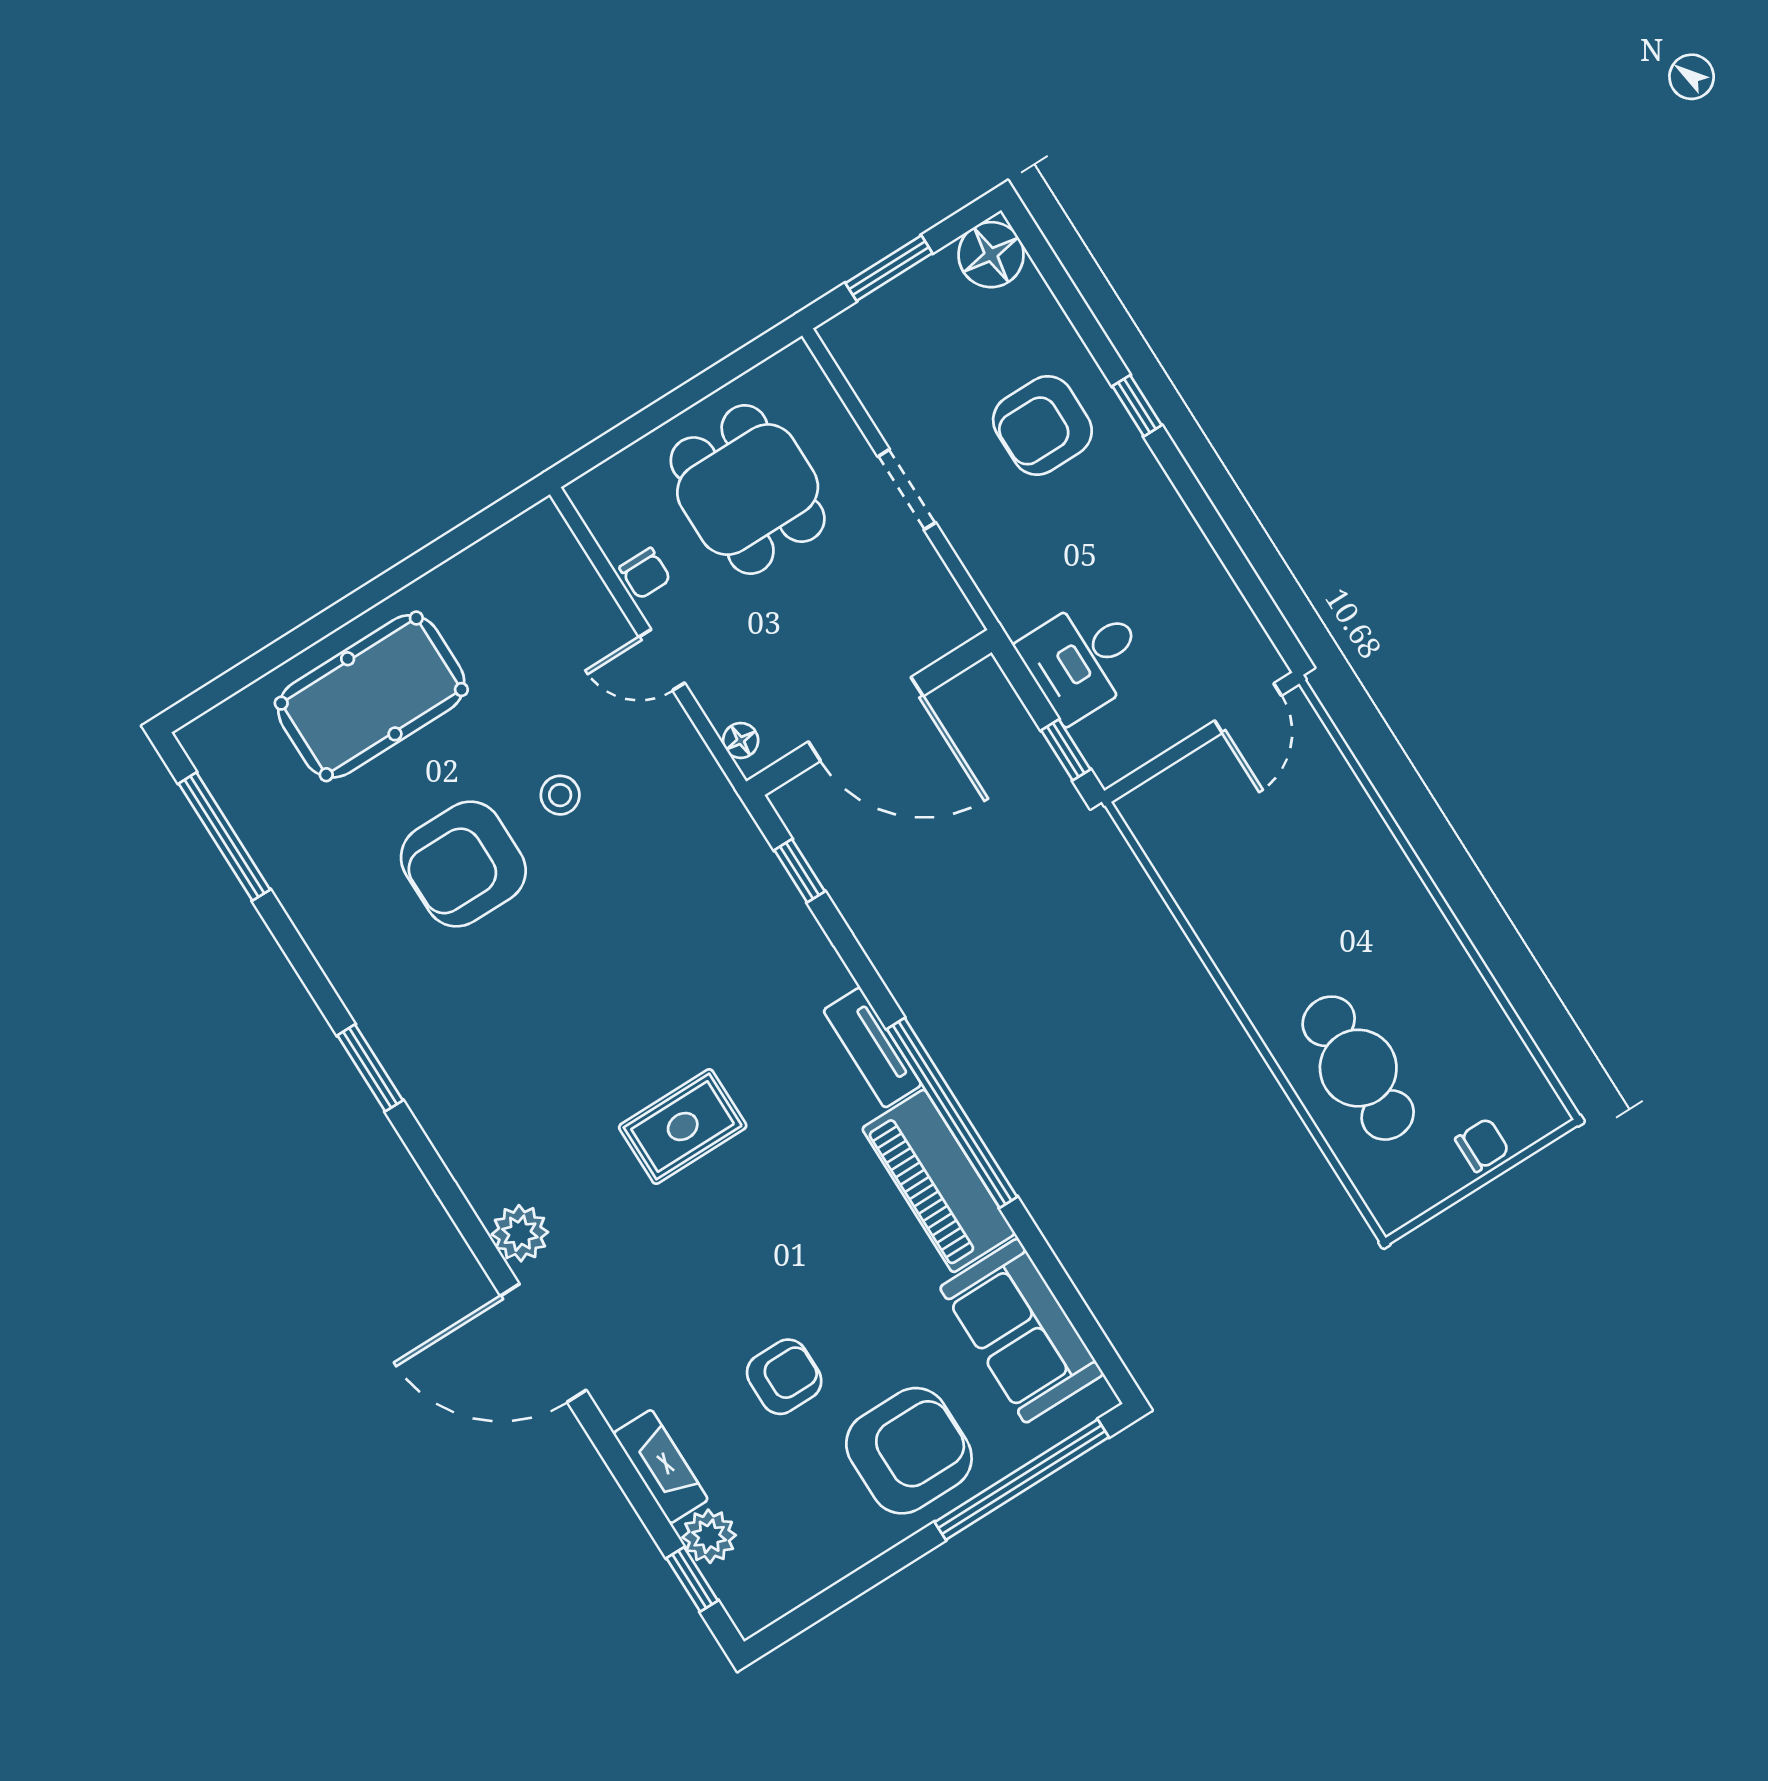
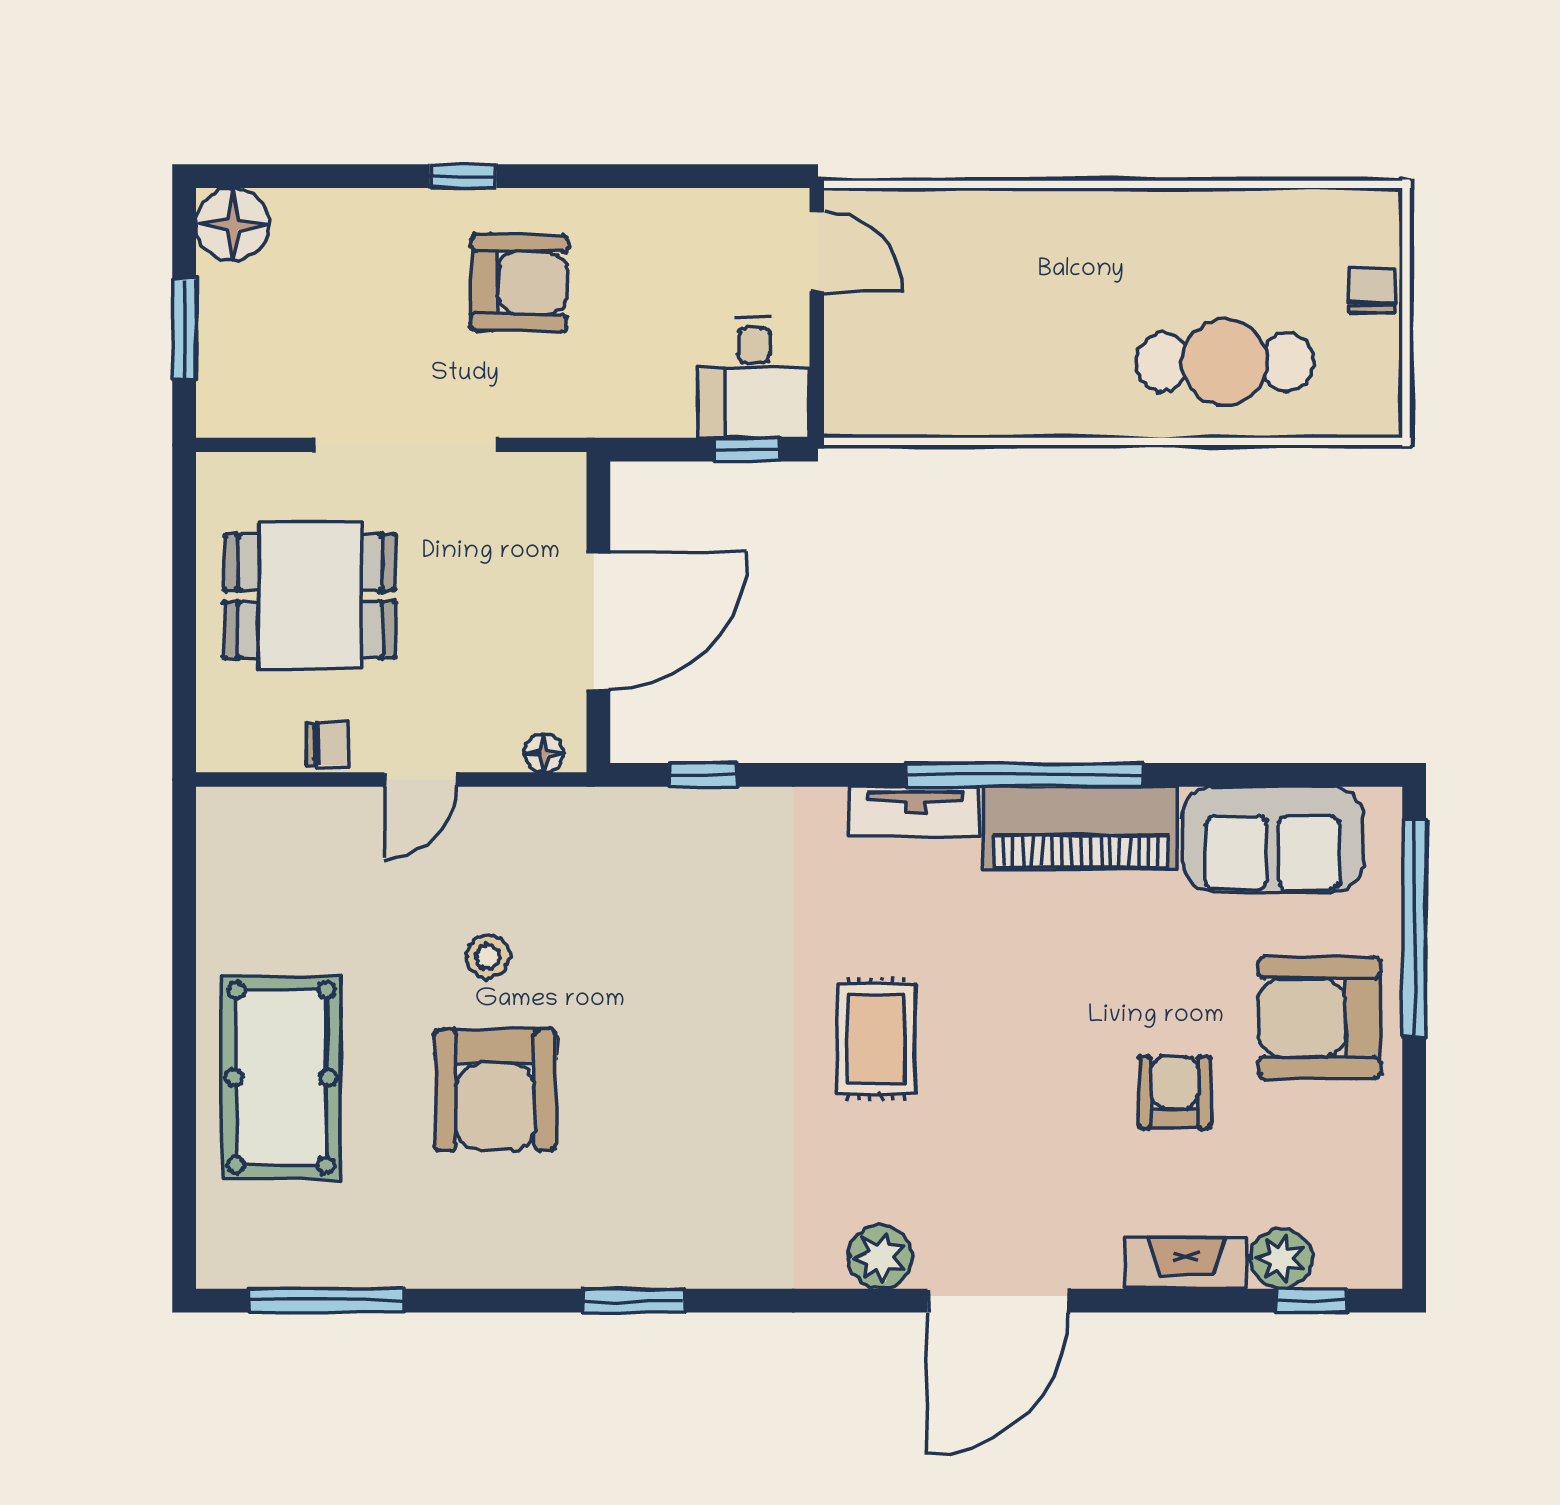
armchair: (1042, 425) -> (519, 283), moved, turned -89
doorway: (907, 490) -> (405, 445), width x1.87
desk: (1084, 658) -> (754, 378), moved
armchair: (909, 1451) -> (1319, 1018), turned -90

